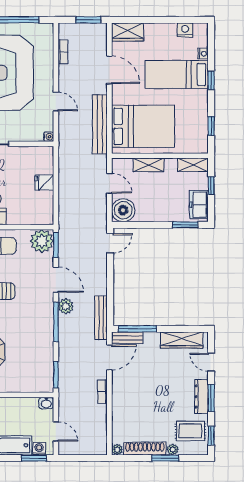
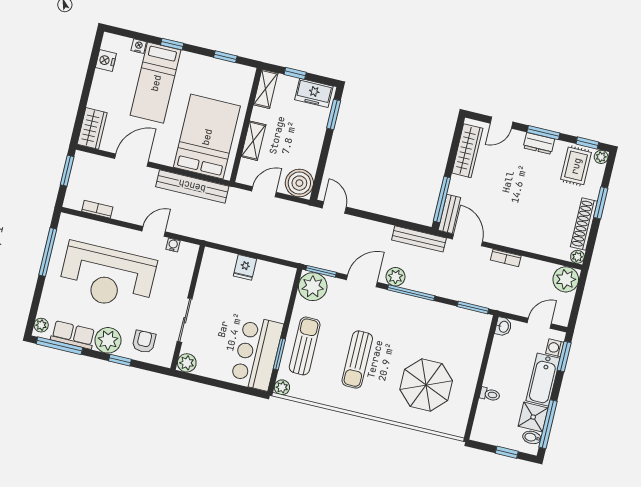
water cooler: (49, 137) -> (173, 245), moved
dresser: (201, 397) -> (539, 143), width x0.70
plant: (97, 444) -> (566, 279), added
plant: (173, 449) -> (601, 157), moved

